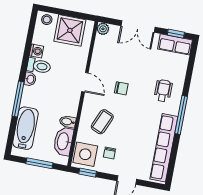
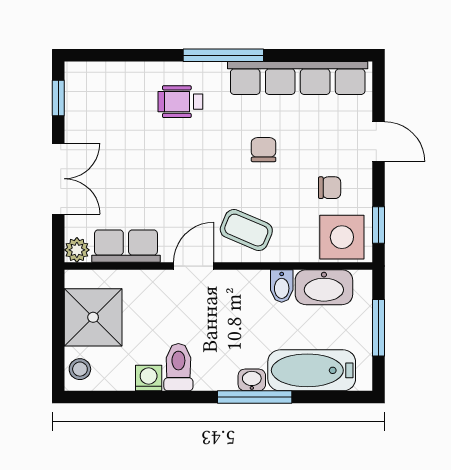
row of seats: (175, 44) -> (126, 246), moved, turned -90
washbasin: (30, 79) -> (252, 380), moved
chair: (121, 88) -> (264, 150), moved
coffee table: (102, 122) -> (246, 230), moved

